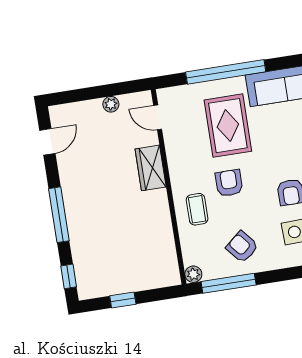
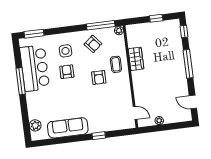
window: (226, 72) -> (99, 136), width x0.32
rug: (228, 126) -> (98, 108), removed
door: (47, 142) -> (193, 102), hinge flipped
wardrobe: (151, 168) -> (136, 59), moved

